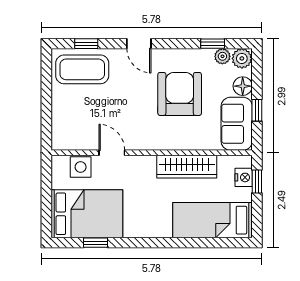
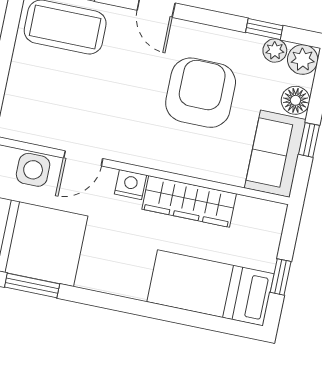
door: (112, 153) -> (83, 158), swing flipped
nightstand: (244, 177) -> (130, 185), moved, turned -90
window: (257, 181) -> (281, 277), moved
window: (96, 243) -> (32, 285), width x1.50

